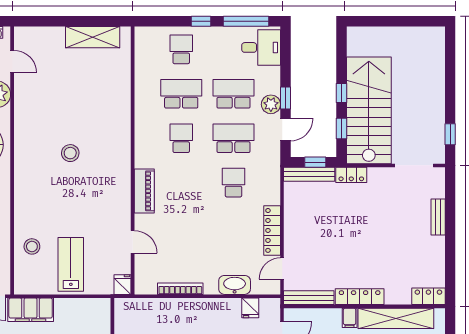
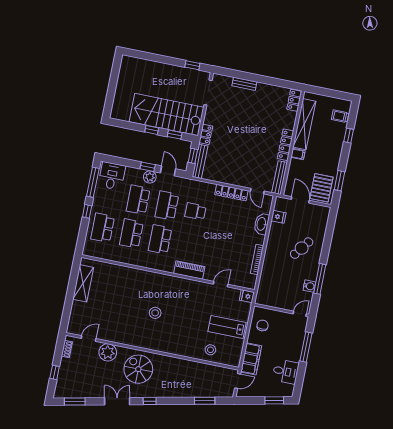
school desk: (181, 49) -> (103, 228), width x1.85
school desk: (181, 138) -> (160, 239), width x1.85
chair: (84, 317) -> (263, 325), added

